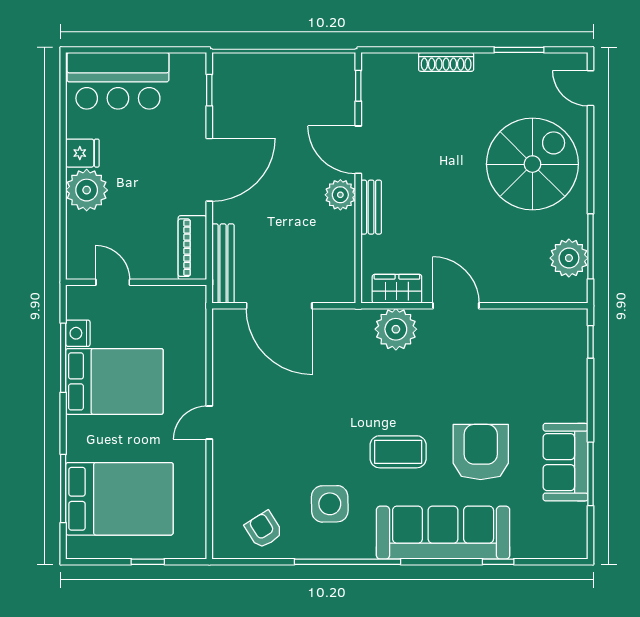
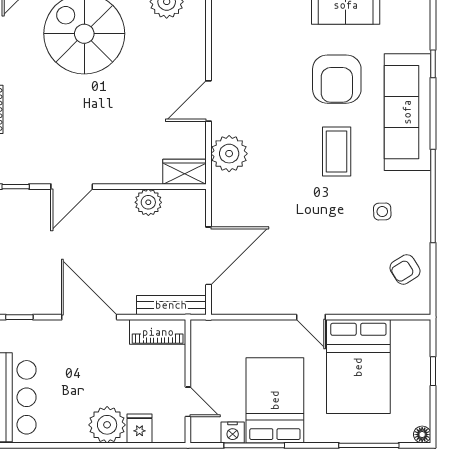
fridge: (82, 153) -> (139, 428), moved
plant: (340, 195) -> (148, 202), moved
bench: (371, 207) -> (122, 175), removed
door: (113, 282) -> (188, 402), swing flipped
wardrobe: (397, 289) -> (185, 172), moved, turned 90
armchair: (481, 452) -> (337, 79), turned -90
bed: (119, 499) -> (358, 367), moved, turned 180
side table: (330, 504) -> (382, 212), width x0.54, depth x0.54
floor lamp: (75, 549) -> (422, 435), added

